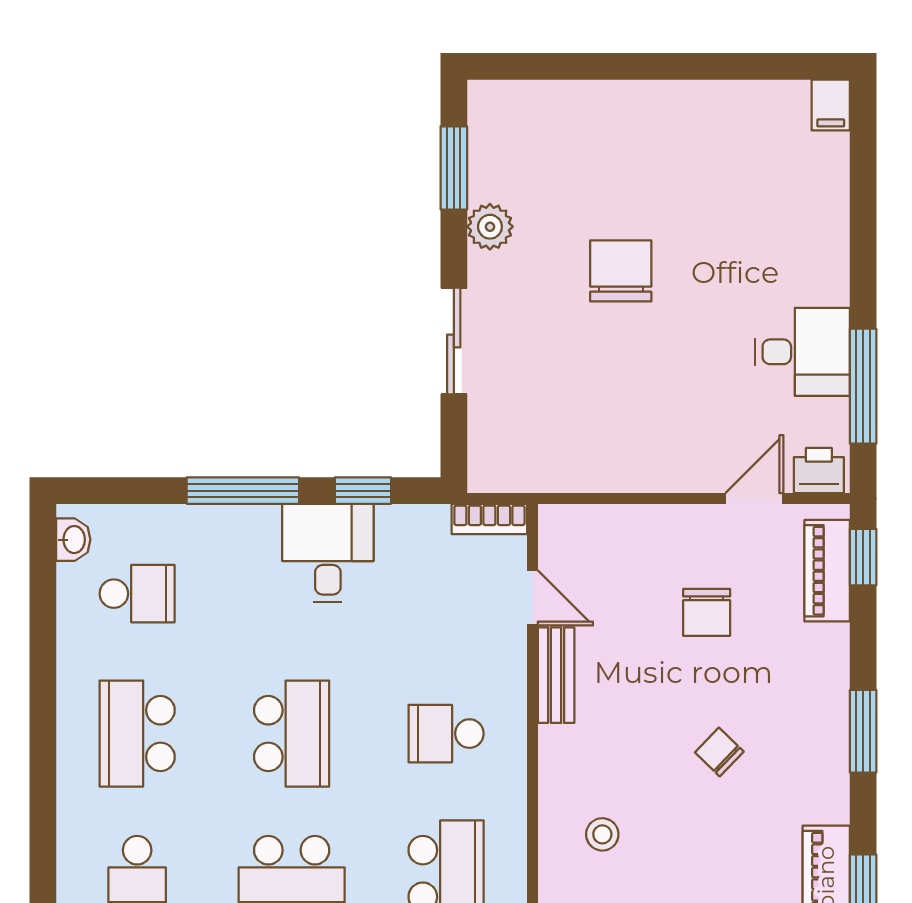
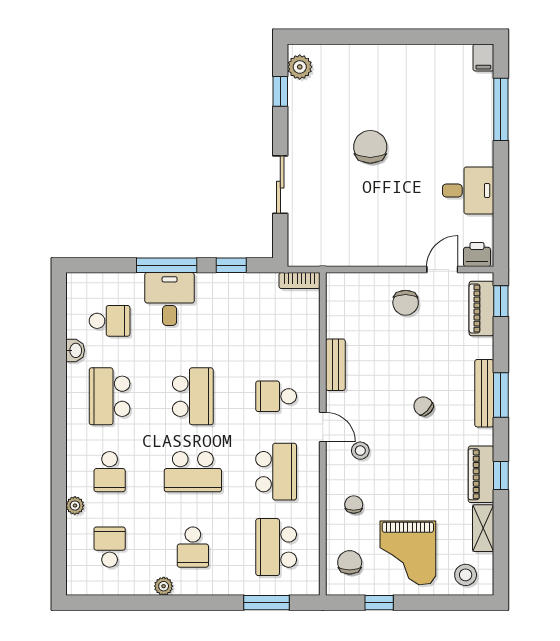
window: (454, 168) -> (280, 91), width x0.67
plant: (490, 227) -> (300, 67), moved
window: (863, 386) -> (501, 109), moved
washbasin: (73, 540) -> (75, 350), moved
desk: (328, 553) -> (170, 299), moved
door: (533, 598) -> (323, 427), moved
chair: (707, 612) -> (406, 303), moved
bench: (832, 728) -> (484, 393), added

